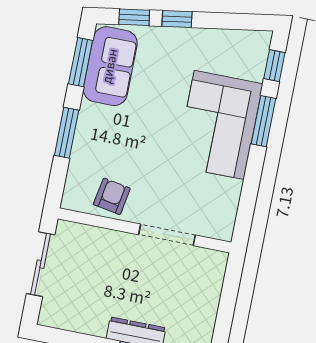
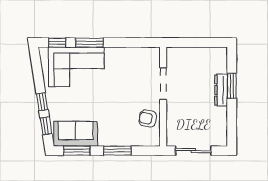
corner sofa: (219, 125) -> (76, 67), moved

